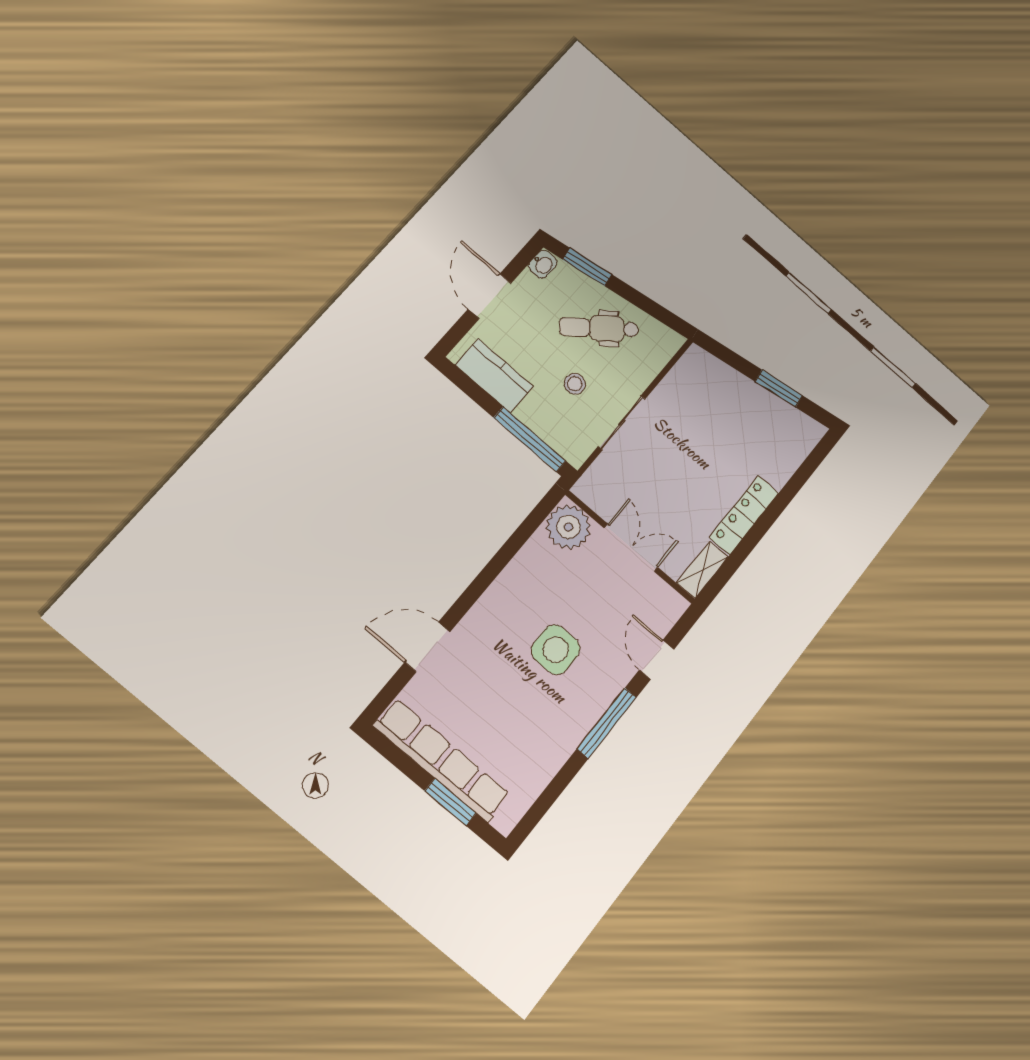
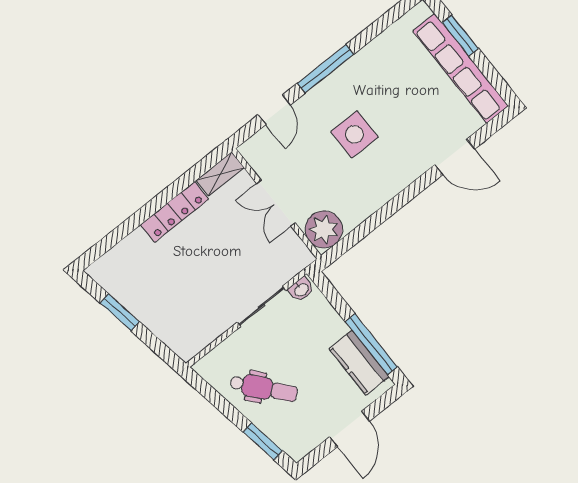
washbasin: (543, 264) -> (301, 289), moved, turned 180
stool: (575, 384) -> (294, 345), removed
window: (530, 439) -> (371, 344), moved

